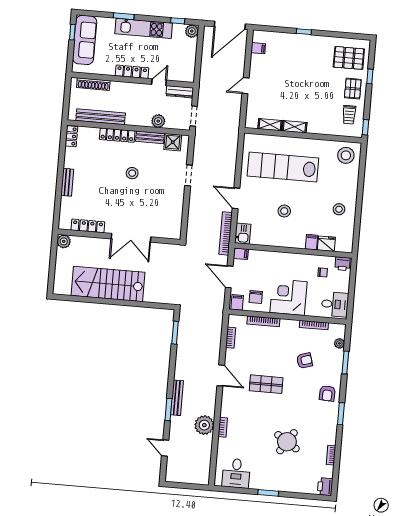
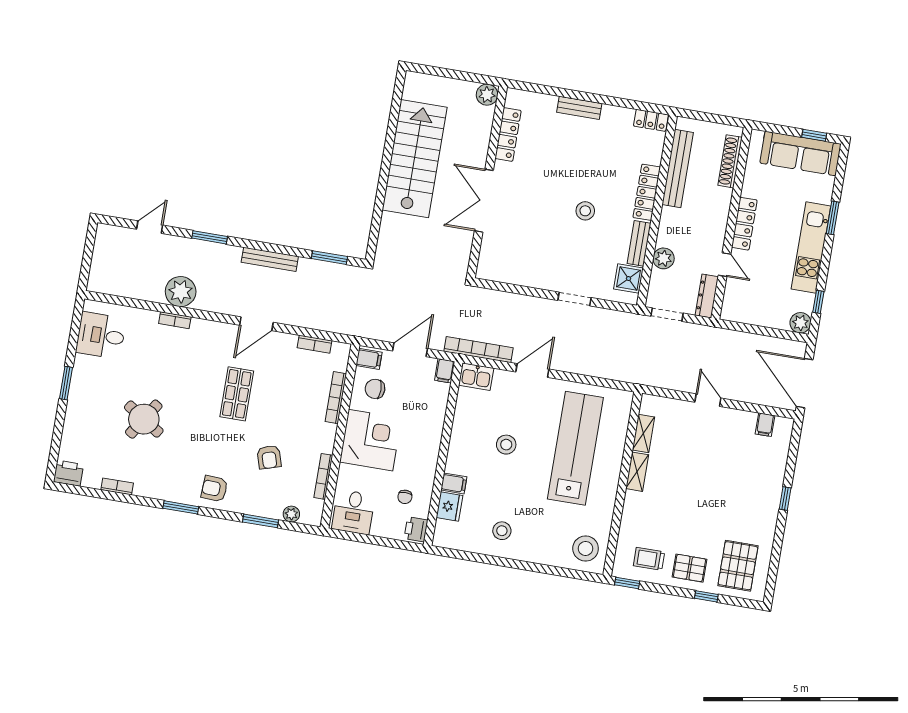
bench: (177, 398) -> (270, 259), moved

